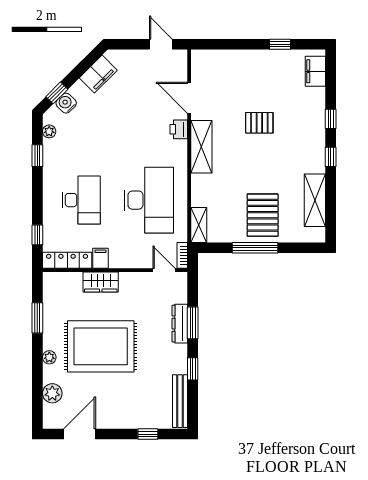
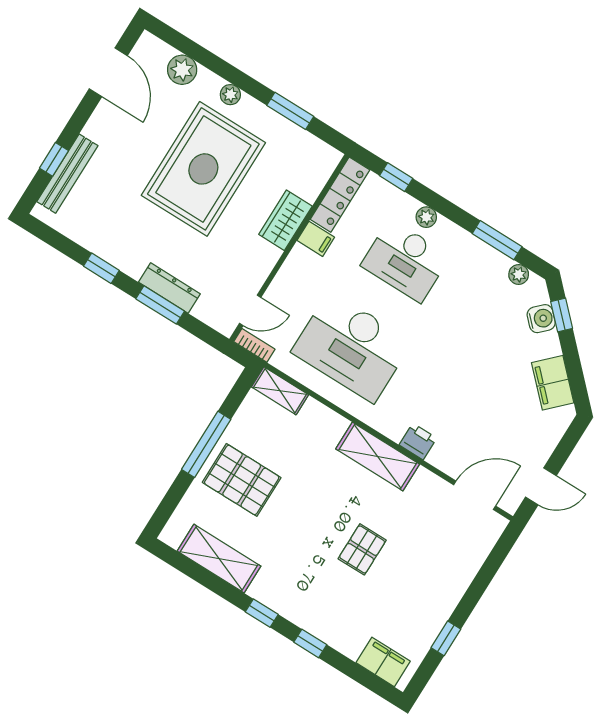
door: (189, 98) -> (475, 495), moved
window: (37, 156) -> (497, 240), width x1.50
plant: (49, 204) -> (426, 217), added
bench: (180, 401) -> (67, 174), moved, turned 90

